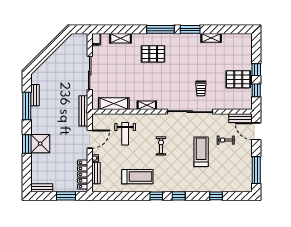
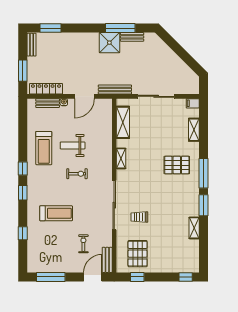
pallet: (153, 54) -> (177, 165), turned 90
window: (256, 70) -> (186, 277), moved
pallet: (238, 79) -> (138, 254), moved
weight bench: (125, 134) -> (73, 145), moved
door: (90, 139) -> (84, 96), hinge flipped
window: (27, 144) -> (51, 28), moved
shower: (40, 144) -> (109, 43), moved
treadmill: (201, 152) -> (56, 213), moved

